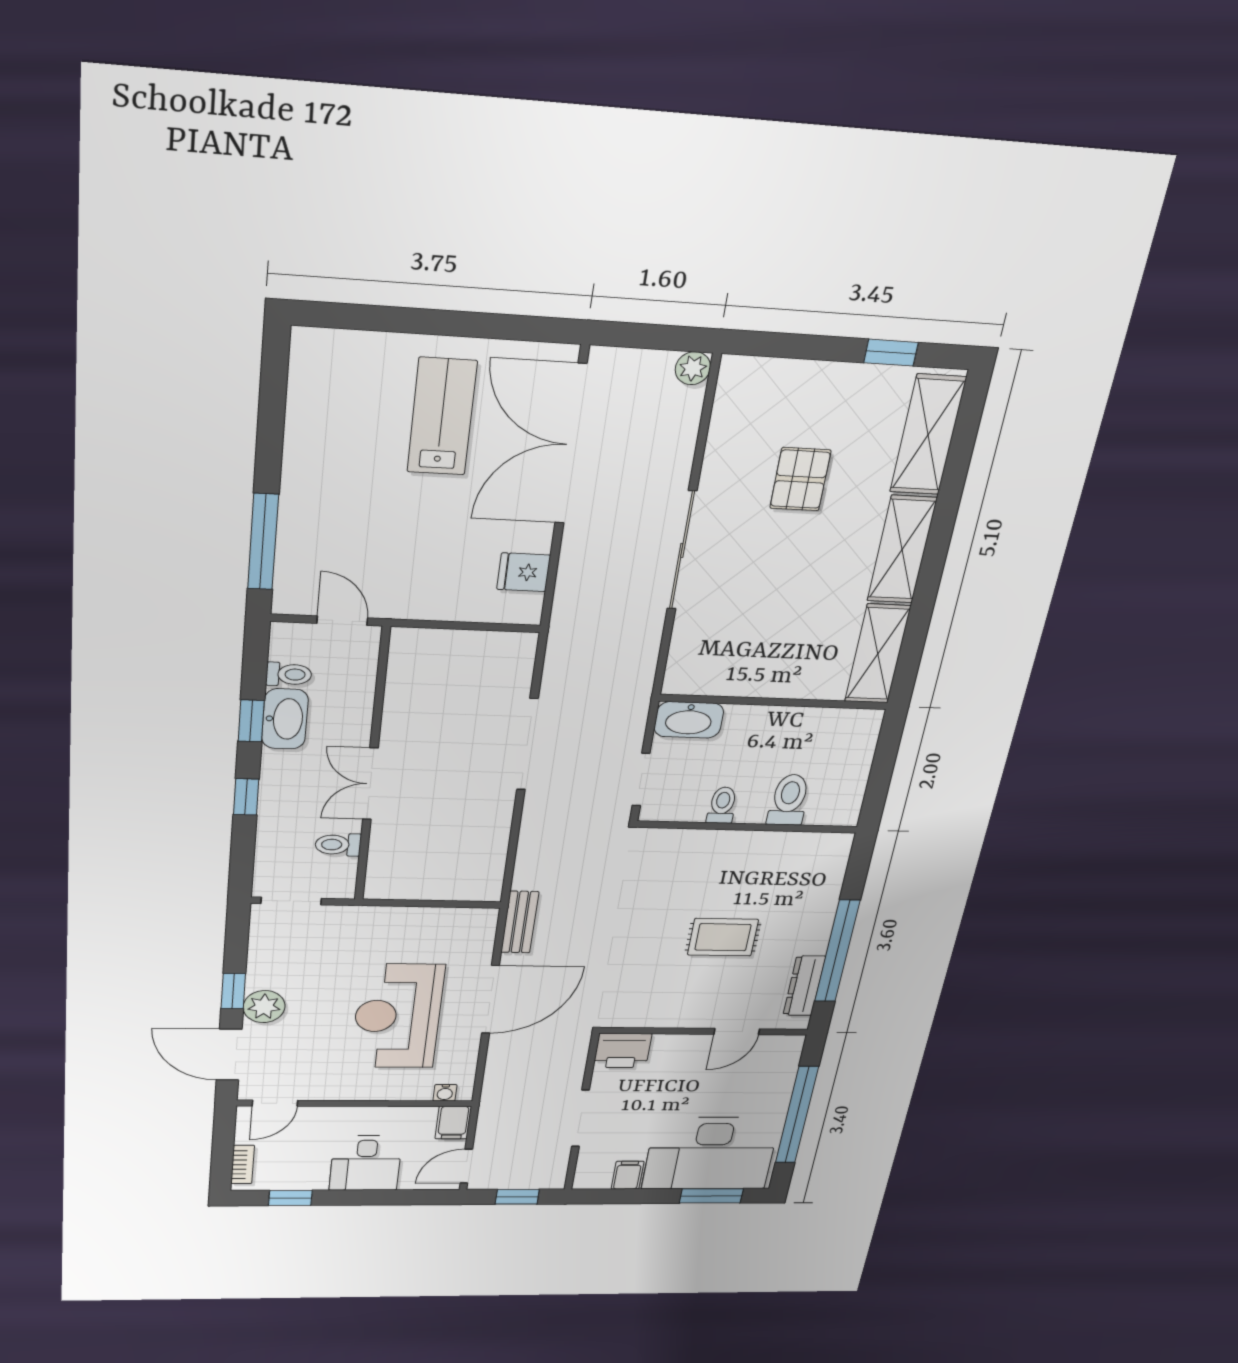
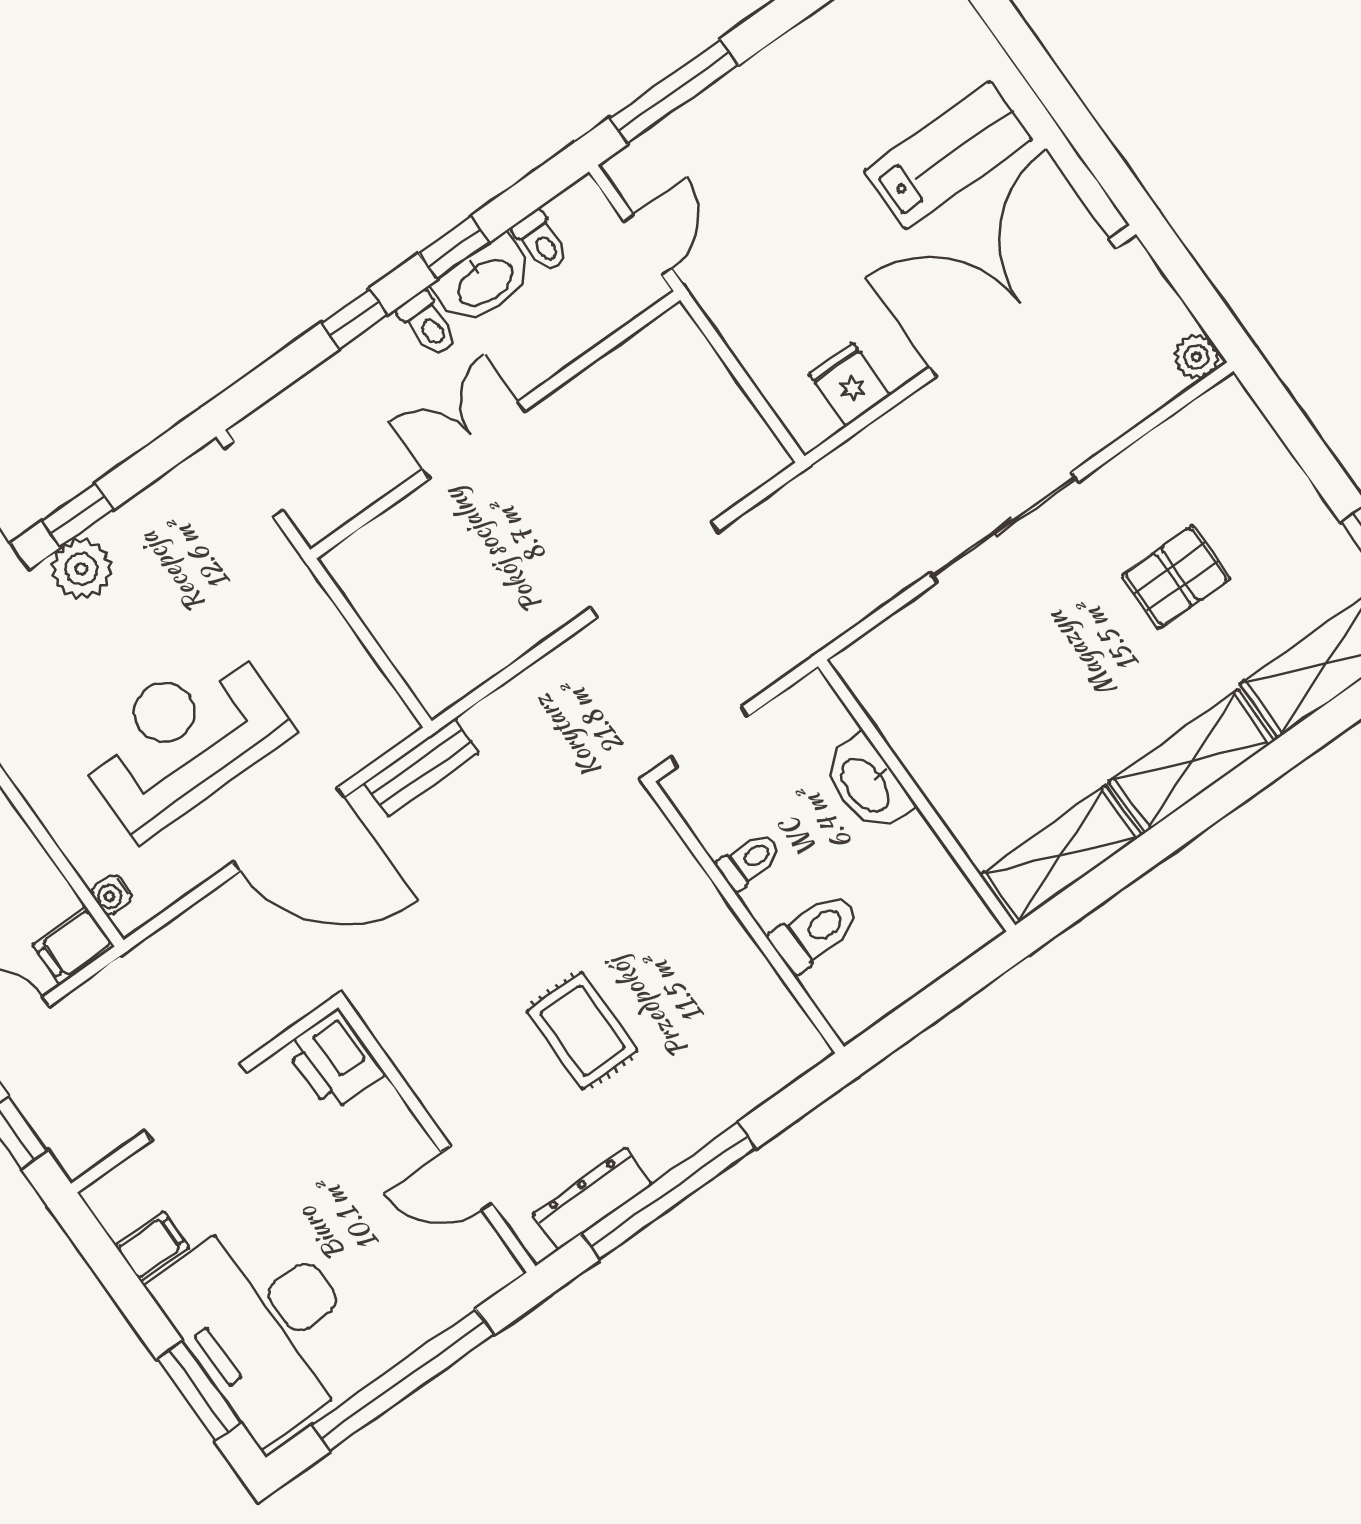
washbasin: (689, 720) -> (867, 784), moved
toilet: (338, 845) -> (428, 324), moved, turned 180

